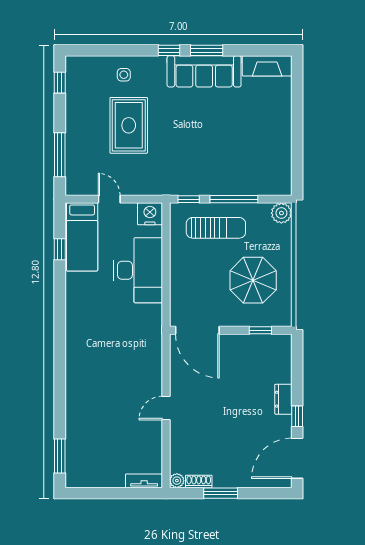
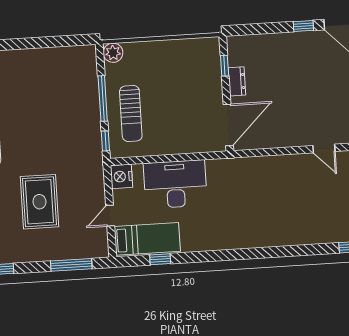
rug: (129, 125) -> (39, 202), turned 90
sun lounger: (216, 228) -> (131, 114), turned 180
parasol: (253, 280) -> (178, 75), removed
dresser: (283, 399) -> (237, 81), moved, turned -90
door: (166, 408) -> (324, 149), moved

